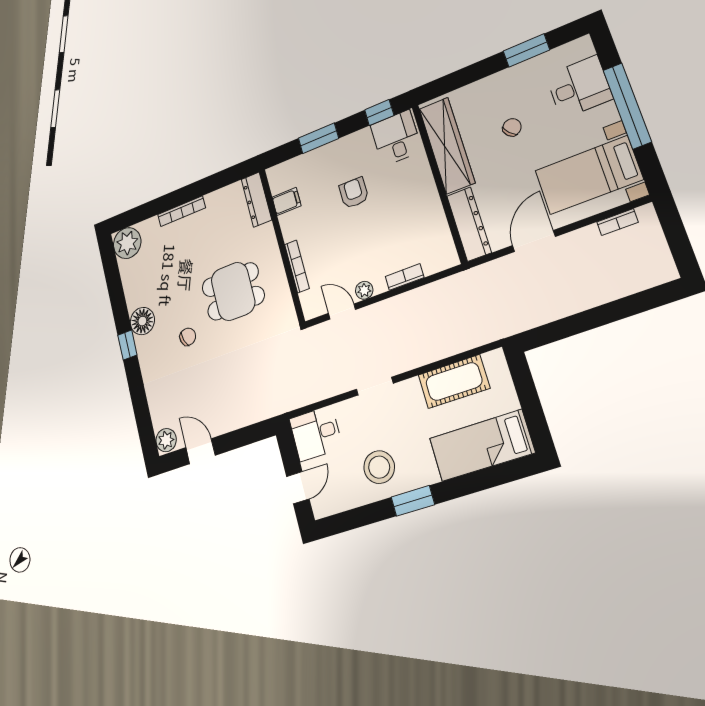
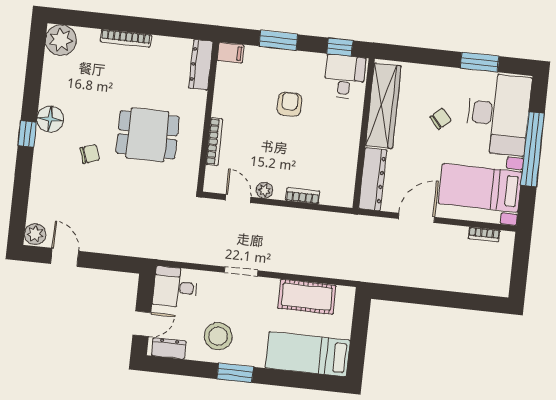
desk: (579, 87) -> (498, 114), width x1.87, depth x1.30
filing cabinet: (287, 201) -> (231, 53), moved
dresser: (334, 503) -> (169, 348), added

